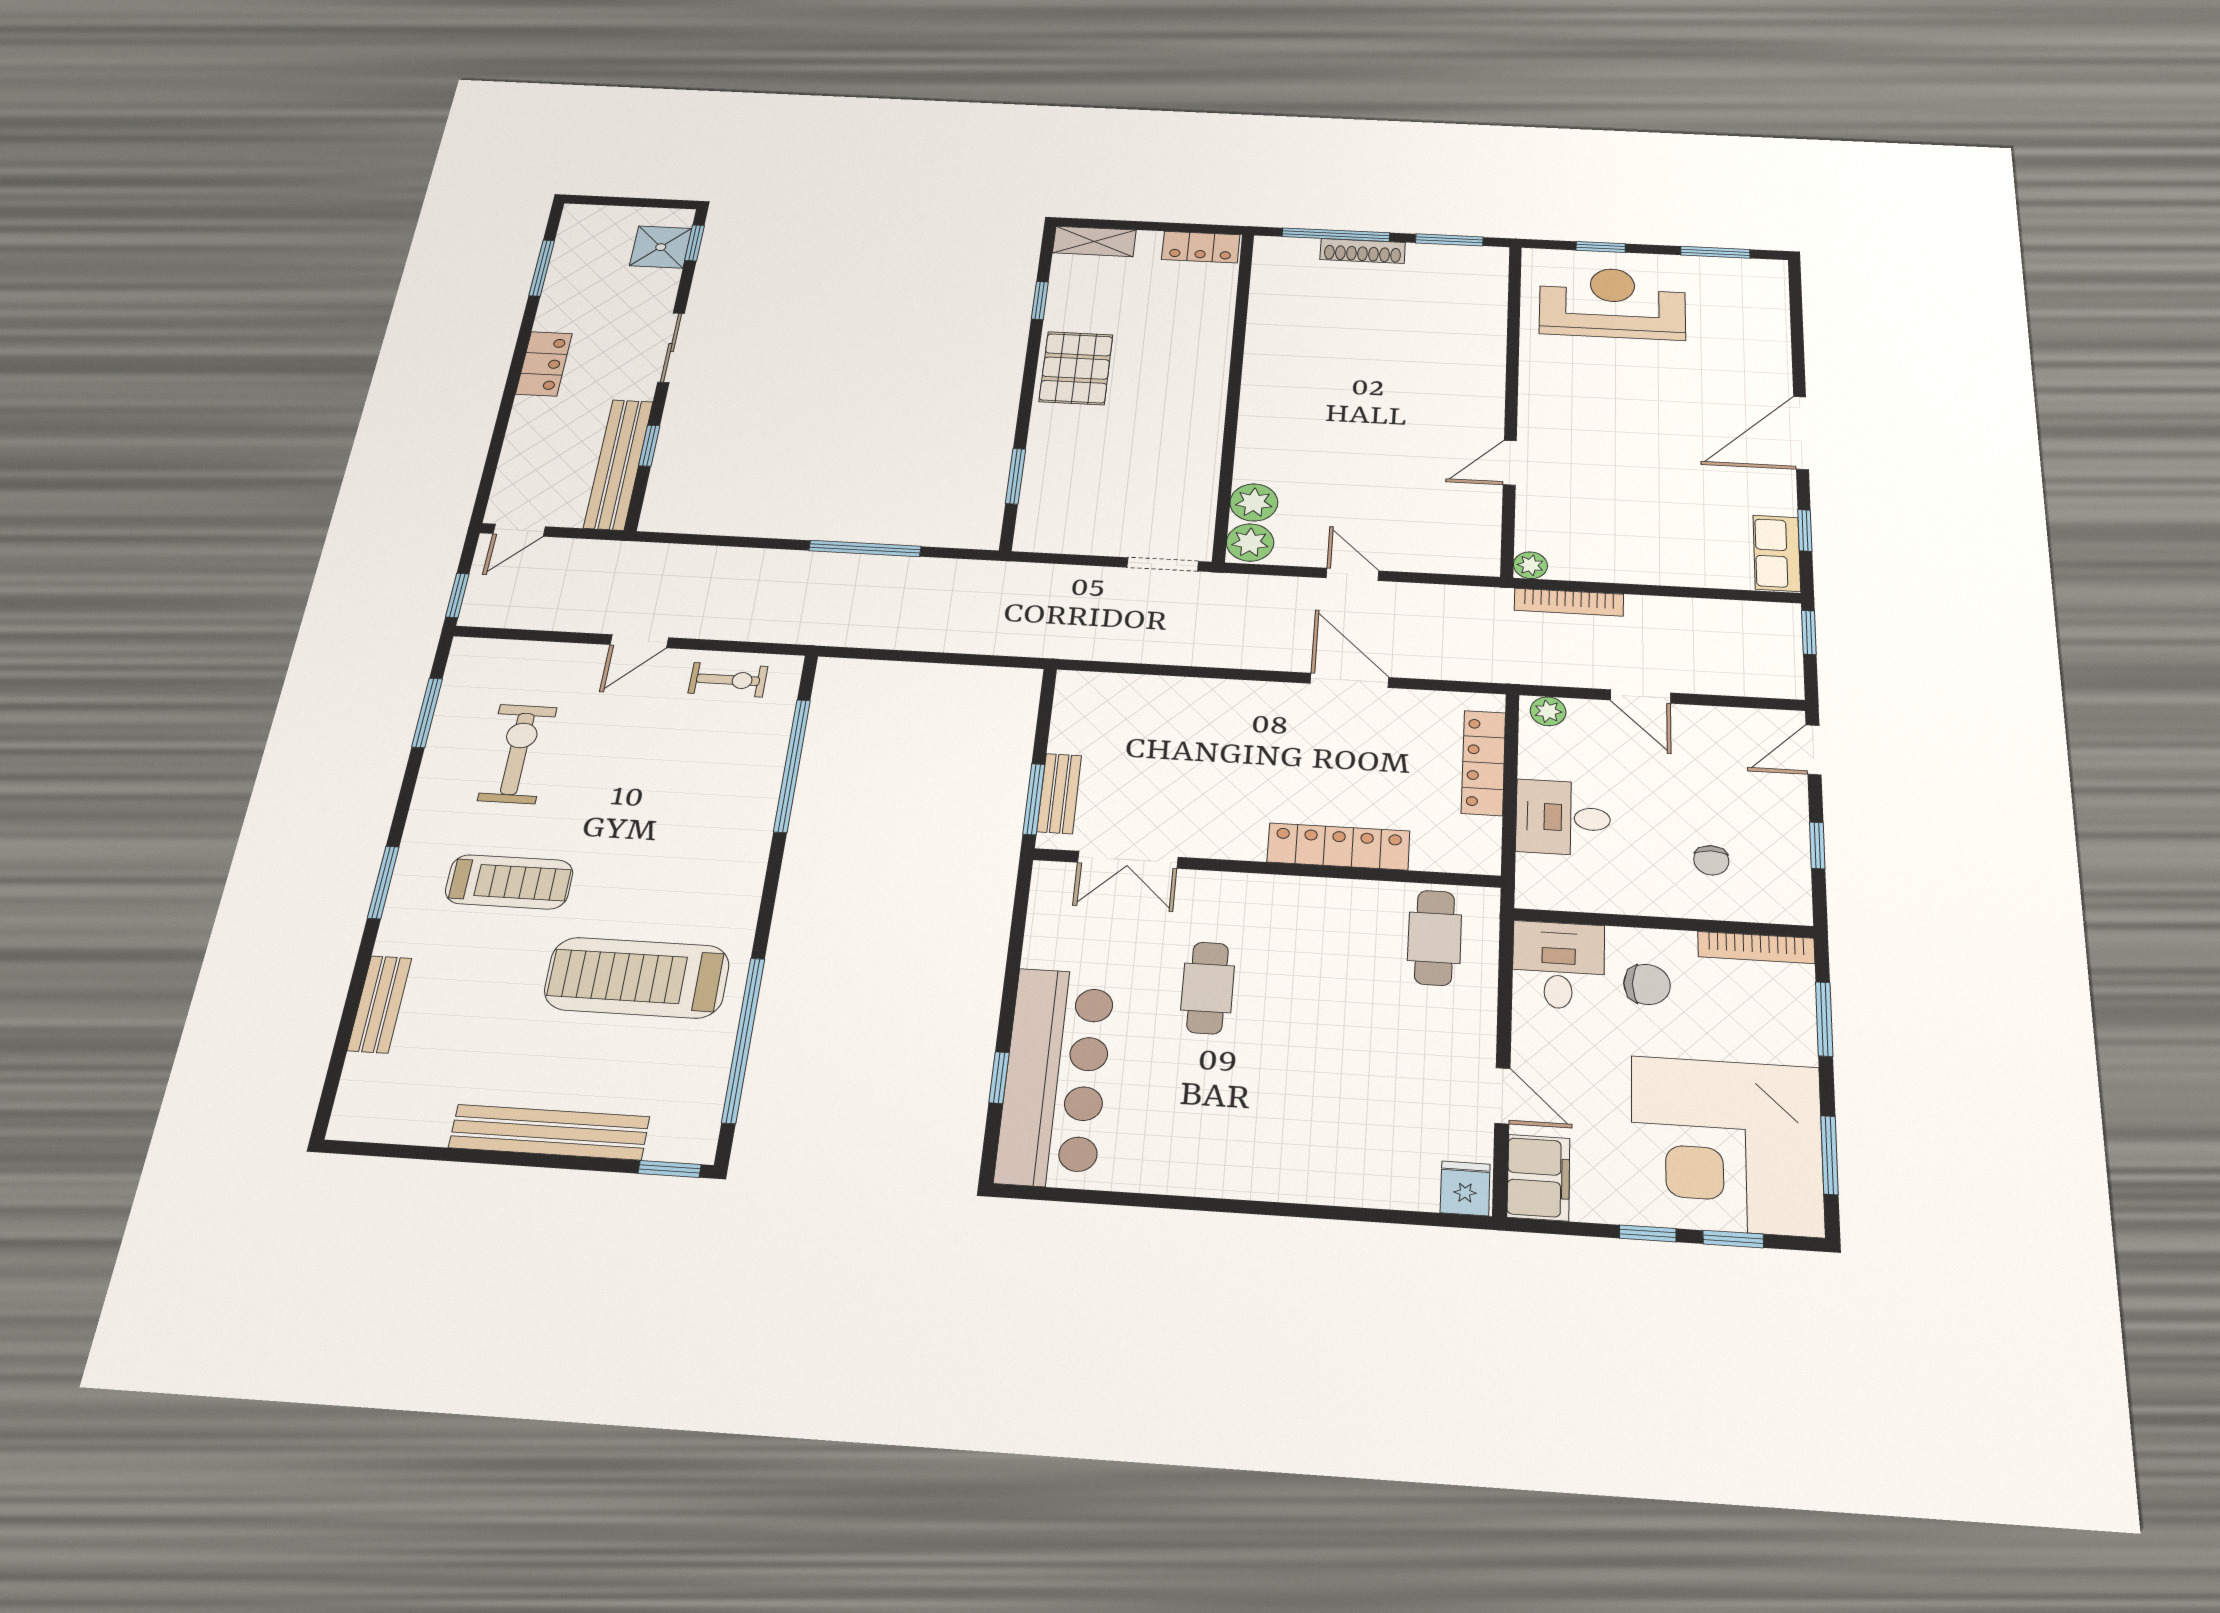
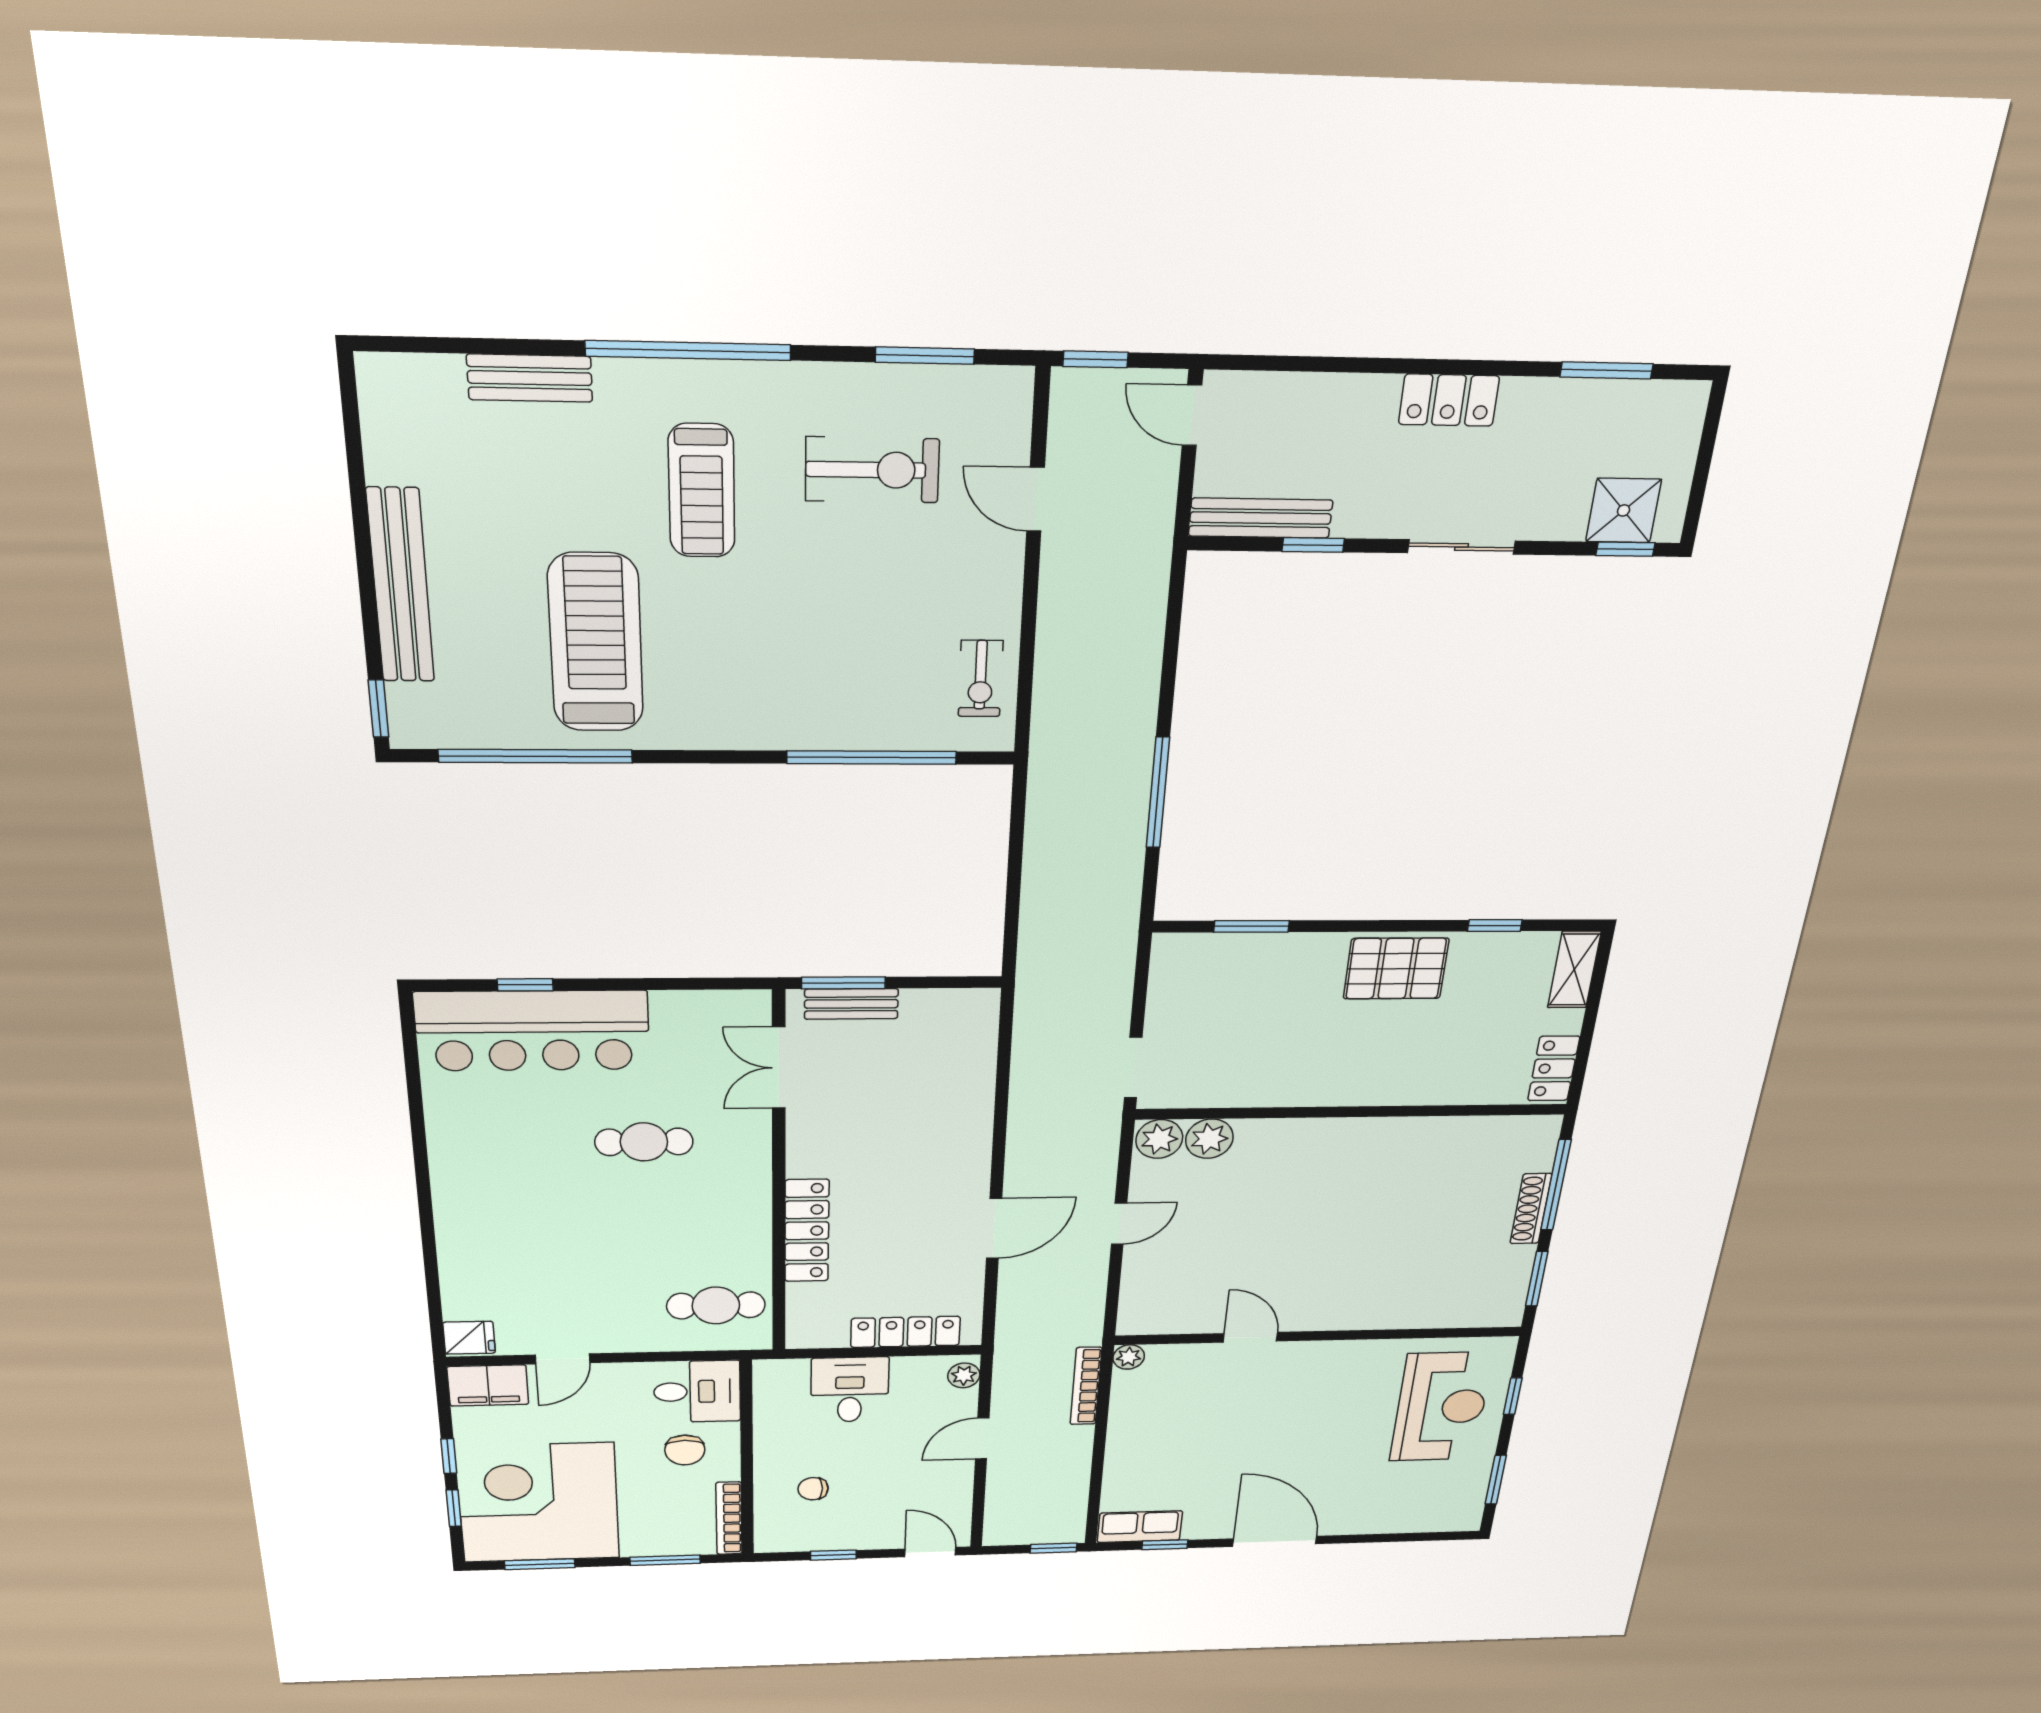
bench: (618, 464) -> (1261, 518), width x0.73, depth x0.82
door: (639, 641) -> (1036, 499), moved
window: (383, 882) -> (688, 350), width x2.11

